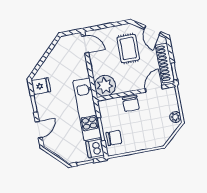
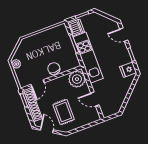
door: (85, 44) -> (95, 99), moved
door: (39, 130) -> (124, 35), hinge flipped
chair: (114, 138) -> (62, 39), removed

